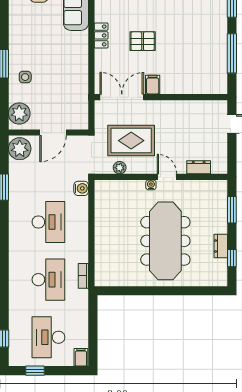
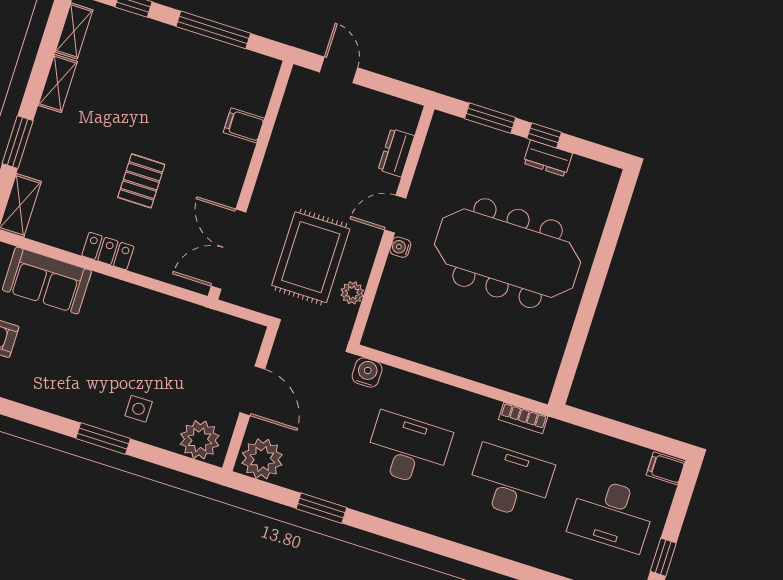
filing cabinet: (153, 85) -> (244, 125), moved
window: (232, 258) -> (544, 135), moved

